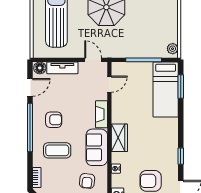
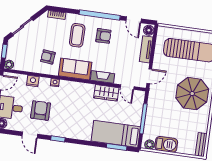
barbecue: (170, 29) -> (166, 144), added
armchair: (54, 120) -> (103, 36), turned -90
wardrobe: (119, 138) -> (106, 93), moved

